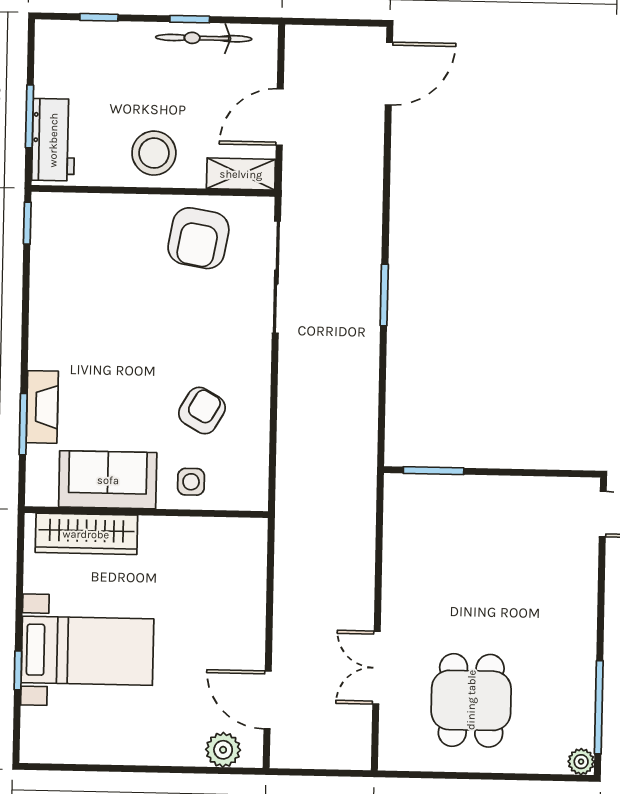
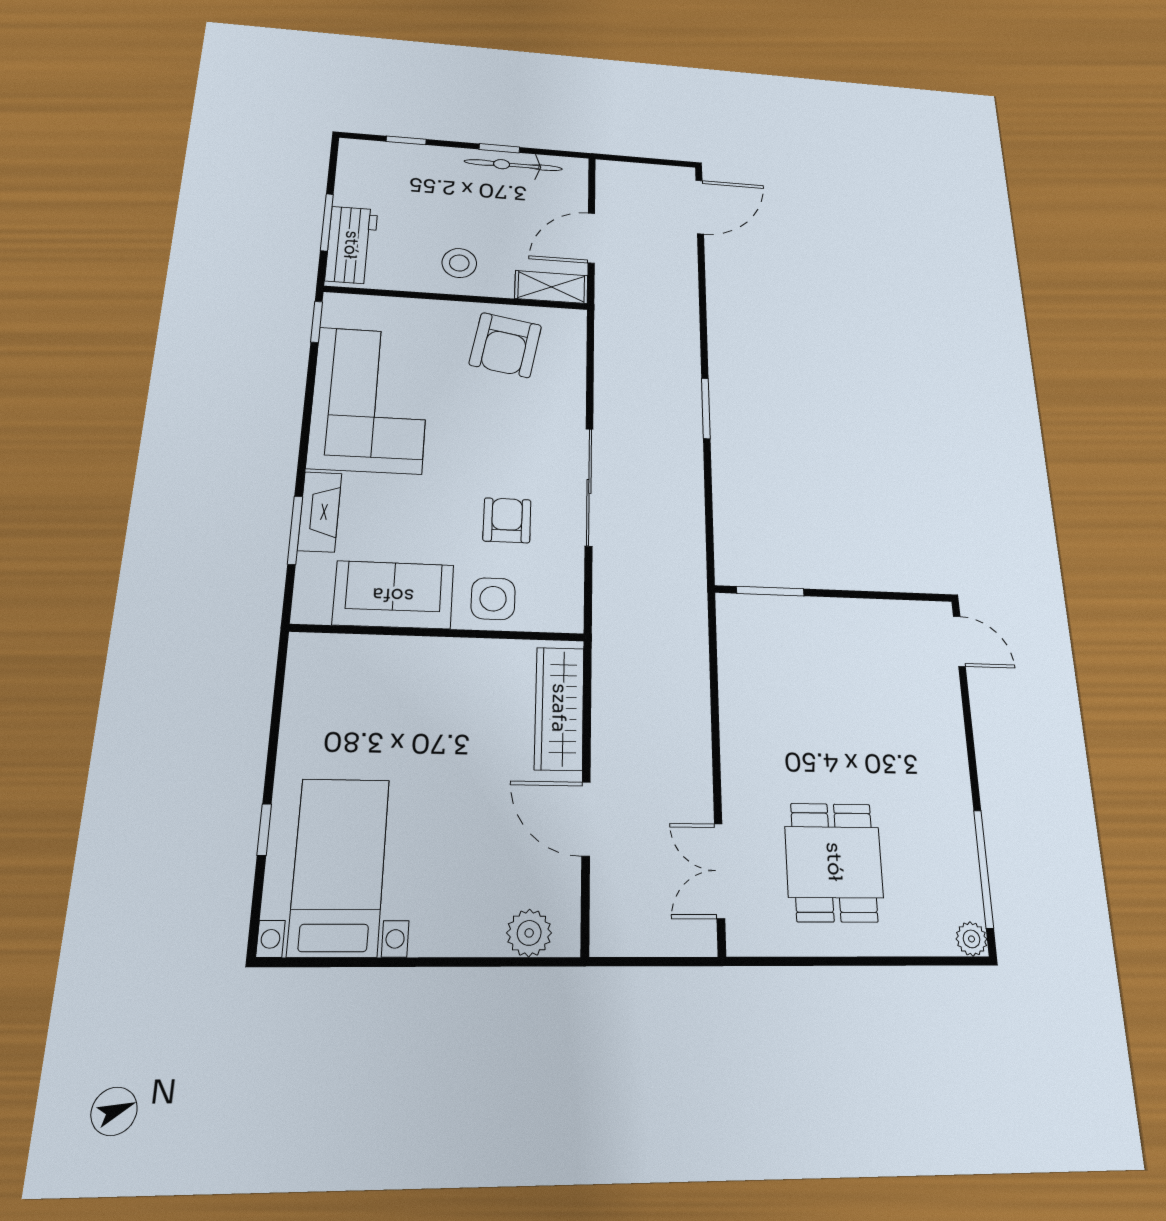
stool: (154, 153) -> (459, 263), width x0.73, depth x0.73
sliding door: (276, 277) -> (589, 486), moved
corner sofa: (79, 299) -> (370, 400), added
armchair: (202, 411) -> (507, 520), turned -30
side table: (191, 482) -> (493, 599), width x1.37, depth x1.37
wardrobe: (86, 534) -> (559, 708), moved, turned 90
bed with nightstands: (87, 651) -> (339, 866), moved, turned -90
double door: (376, 668) -> (719, 871), moved
door: (268, 700) -> (586, 819), moved

